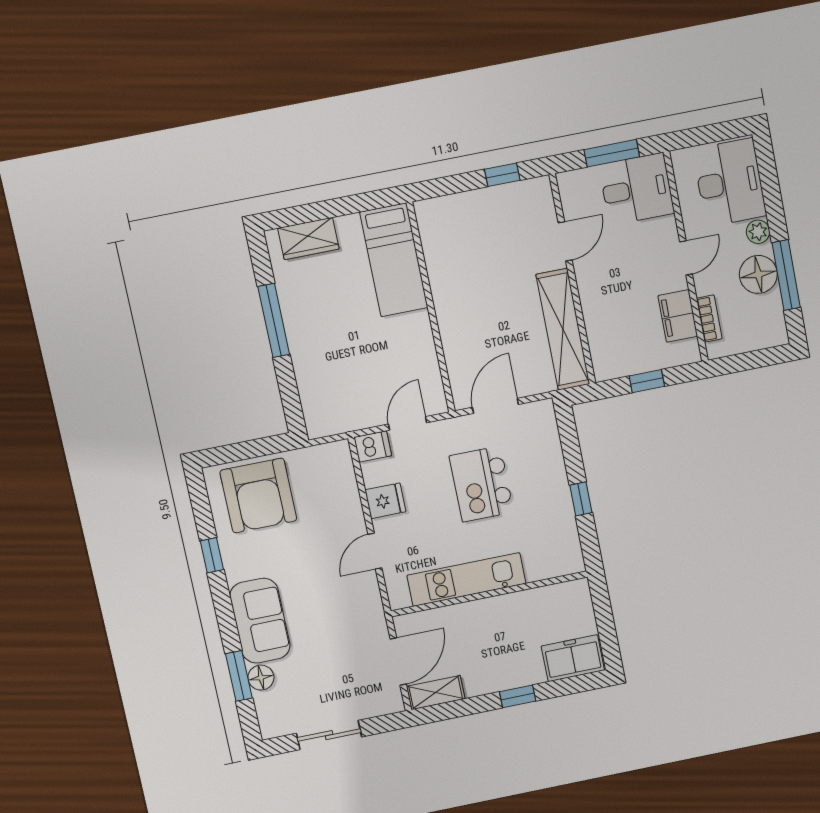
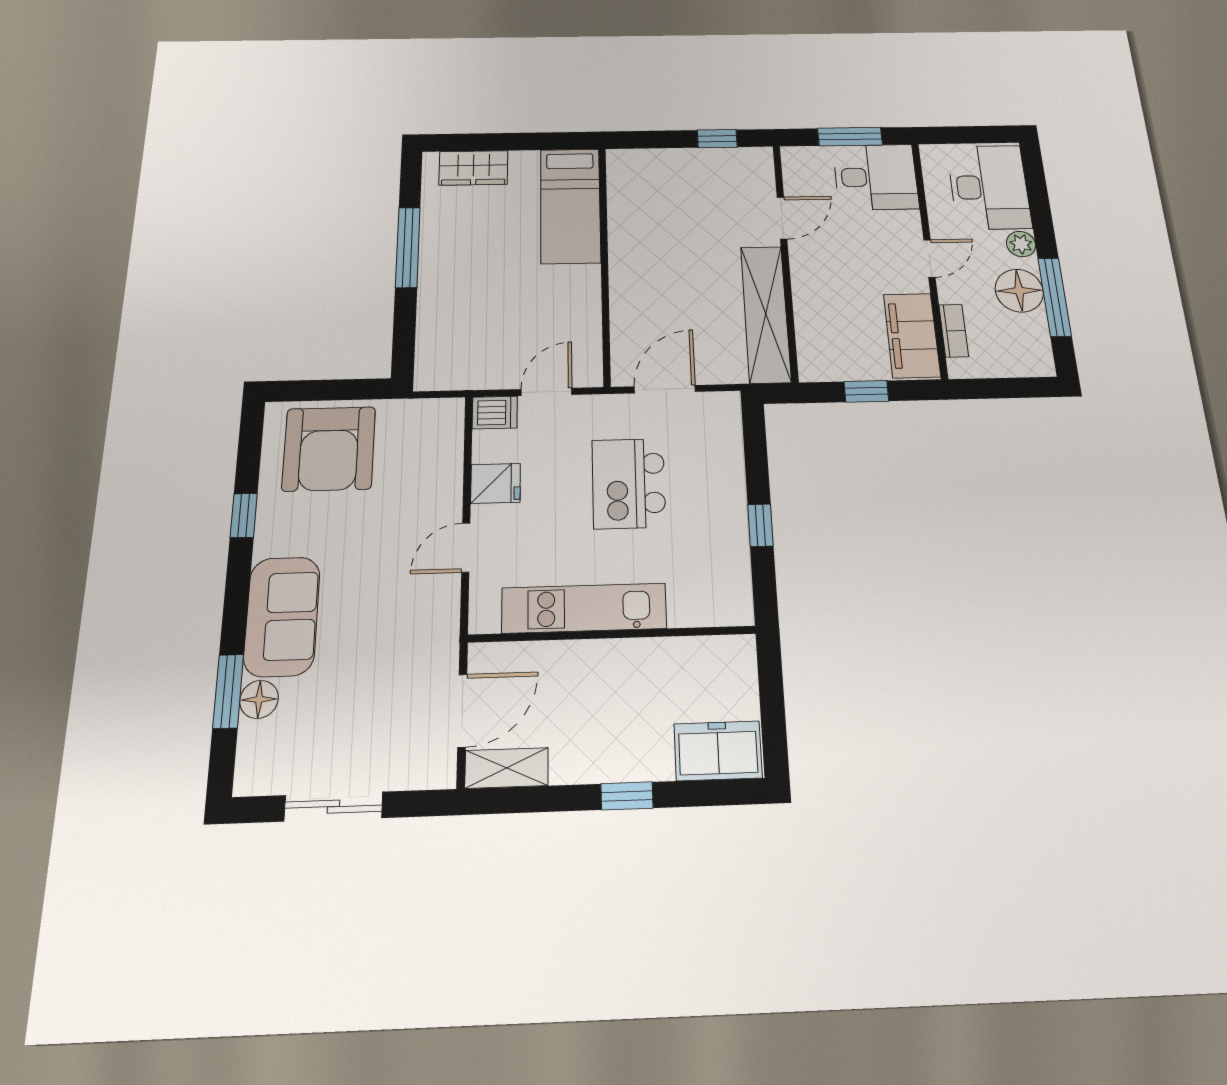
filing cabinet: (678, 316) -> (912, 335), width x1.50, depth x1.17

